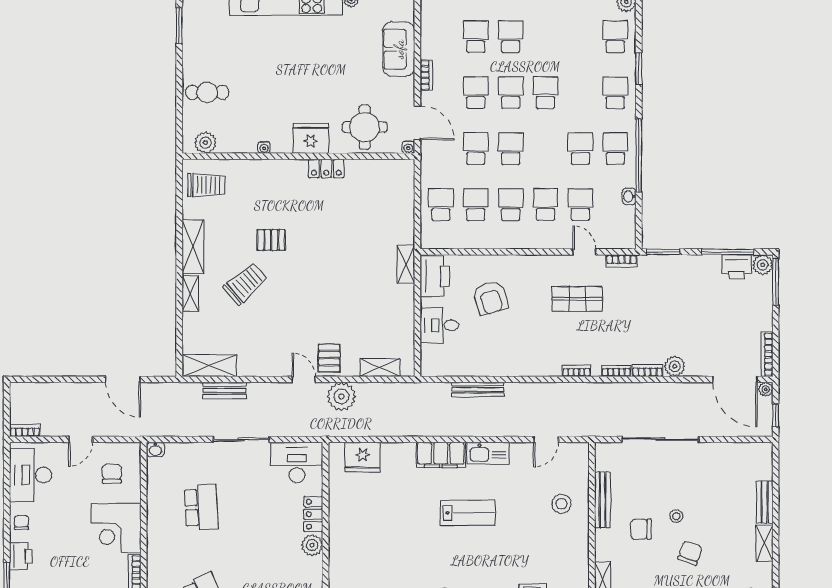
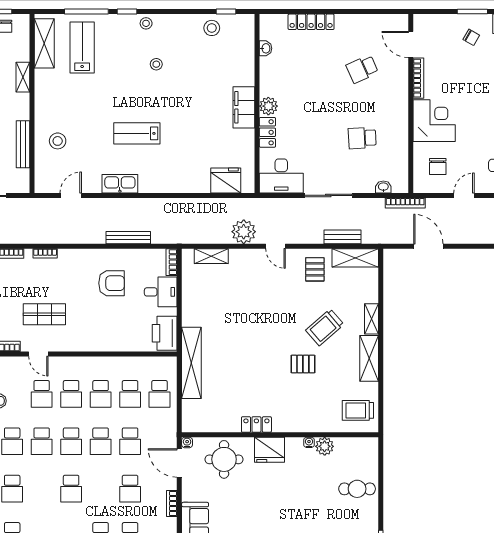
school desk: (511, 93) -> (71, 441), moved
plant: (205, 143) -> (325, 446), moved
shelving: (406, 264) -> (191, 363), width x2.20, depth x1.33
armchair: (490, 298) -> (112, 283), moved, turned 107
pallet: (329, 358) -> (315, 269), moved
bookcase: (427, 361) -> (172, 262), added
bookcase: (150, 431) -> (405, 203), added
washbasin: (155, 450) -> (383, 187), moved
filing cabinet: (441, 455) -> (244, 107), moved, turned -90
school desk: (201, 507) -> (362, 138), width x0.54

